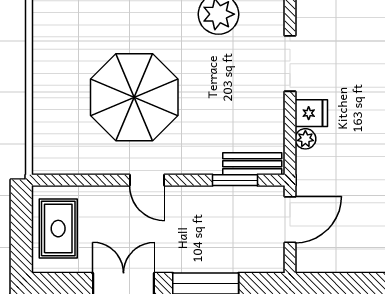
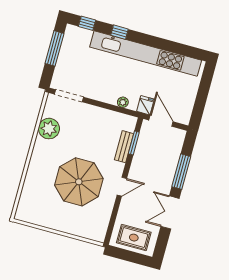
doorway: (290, 64) -> (69, 96), moved
fridge: (311, 113) -> (145, 105), moved
bench: (252, 164) -> (124, 147), moved

